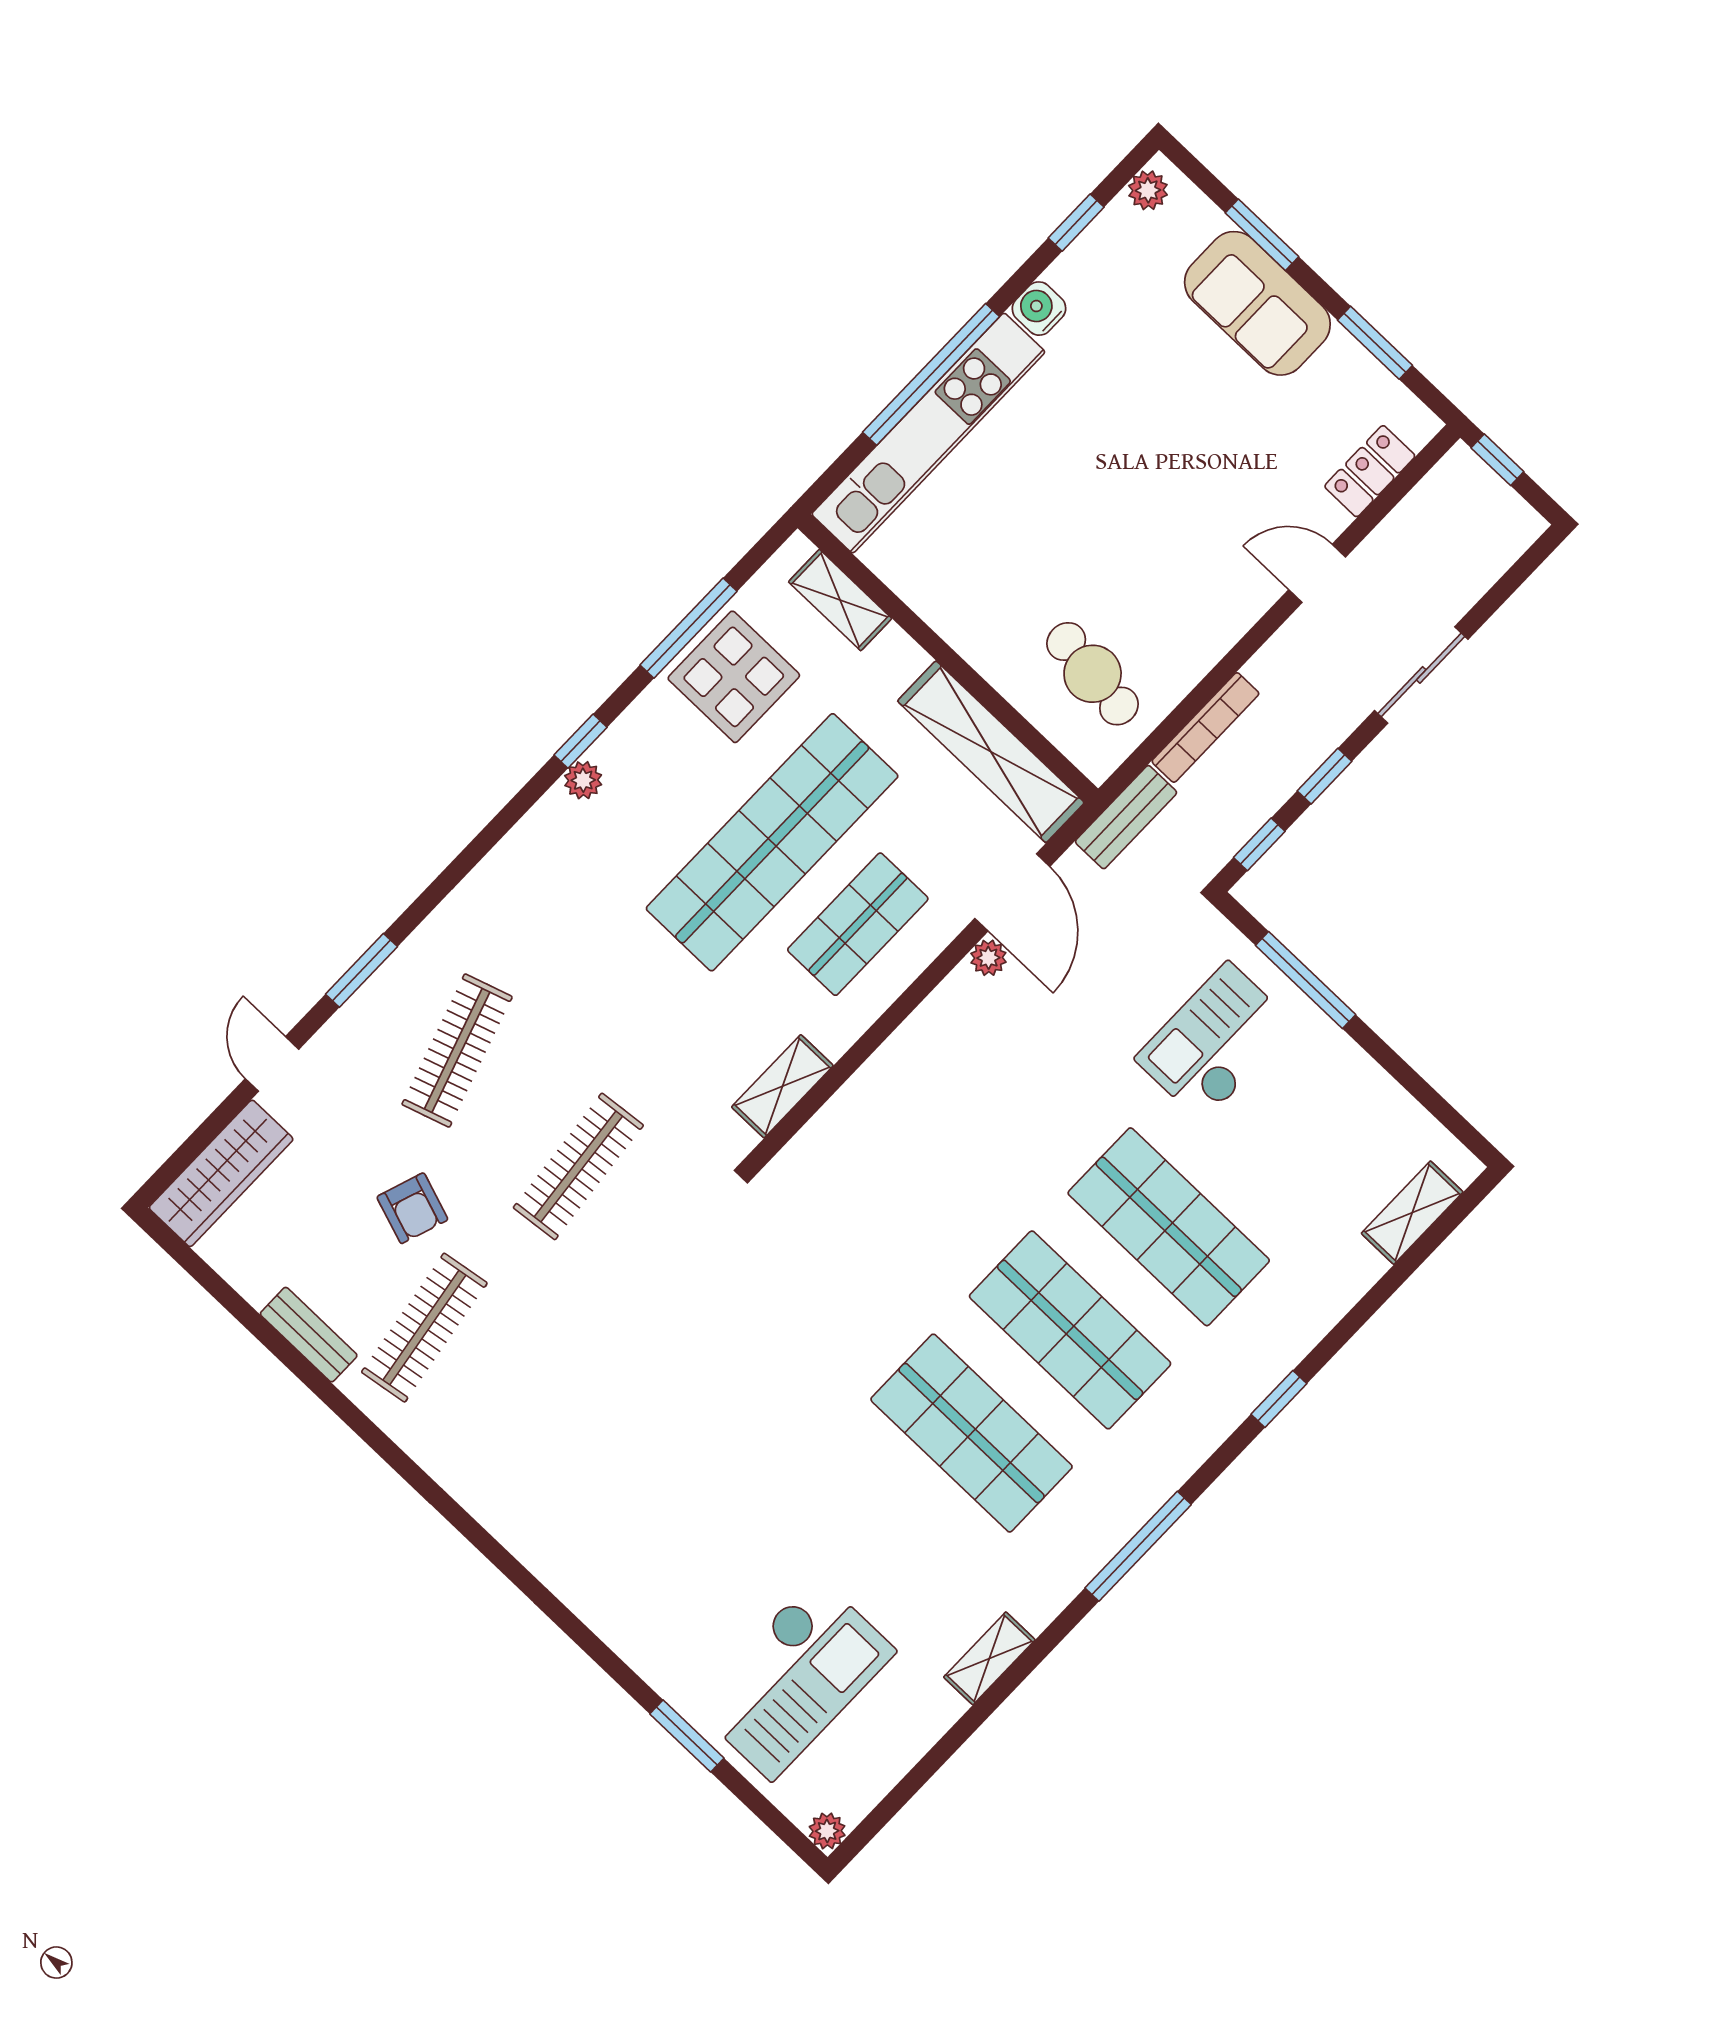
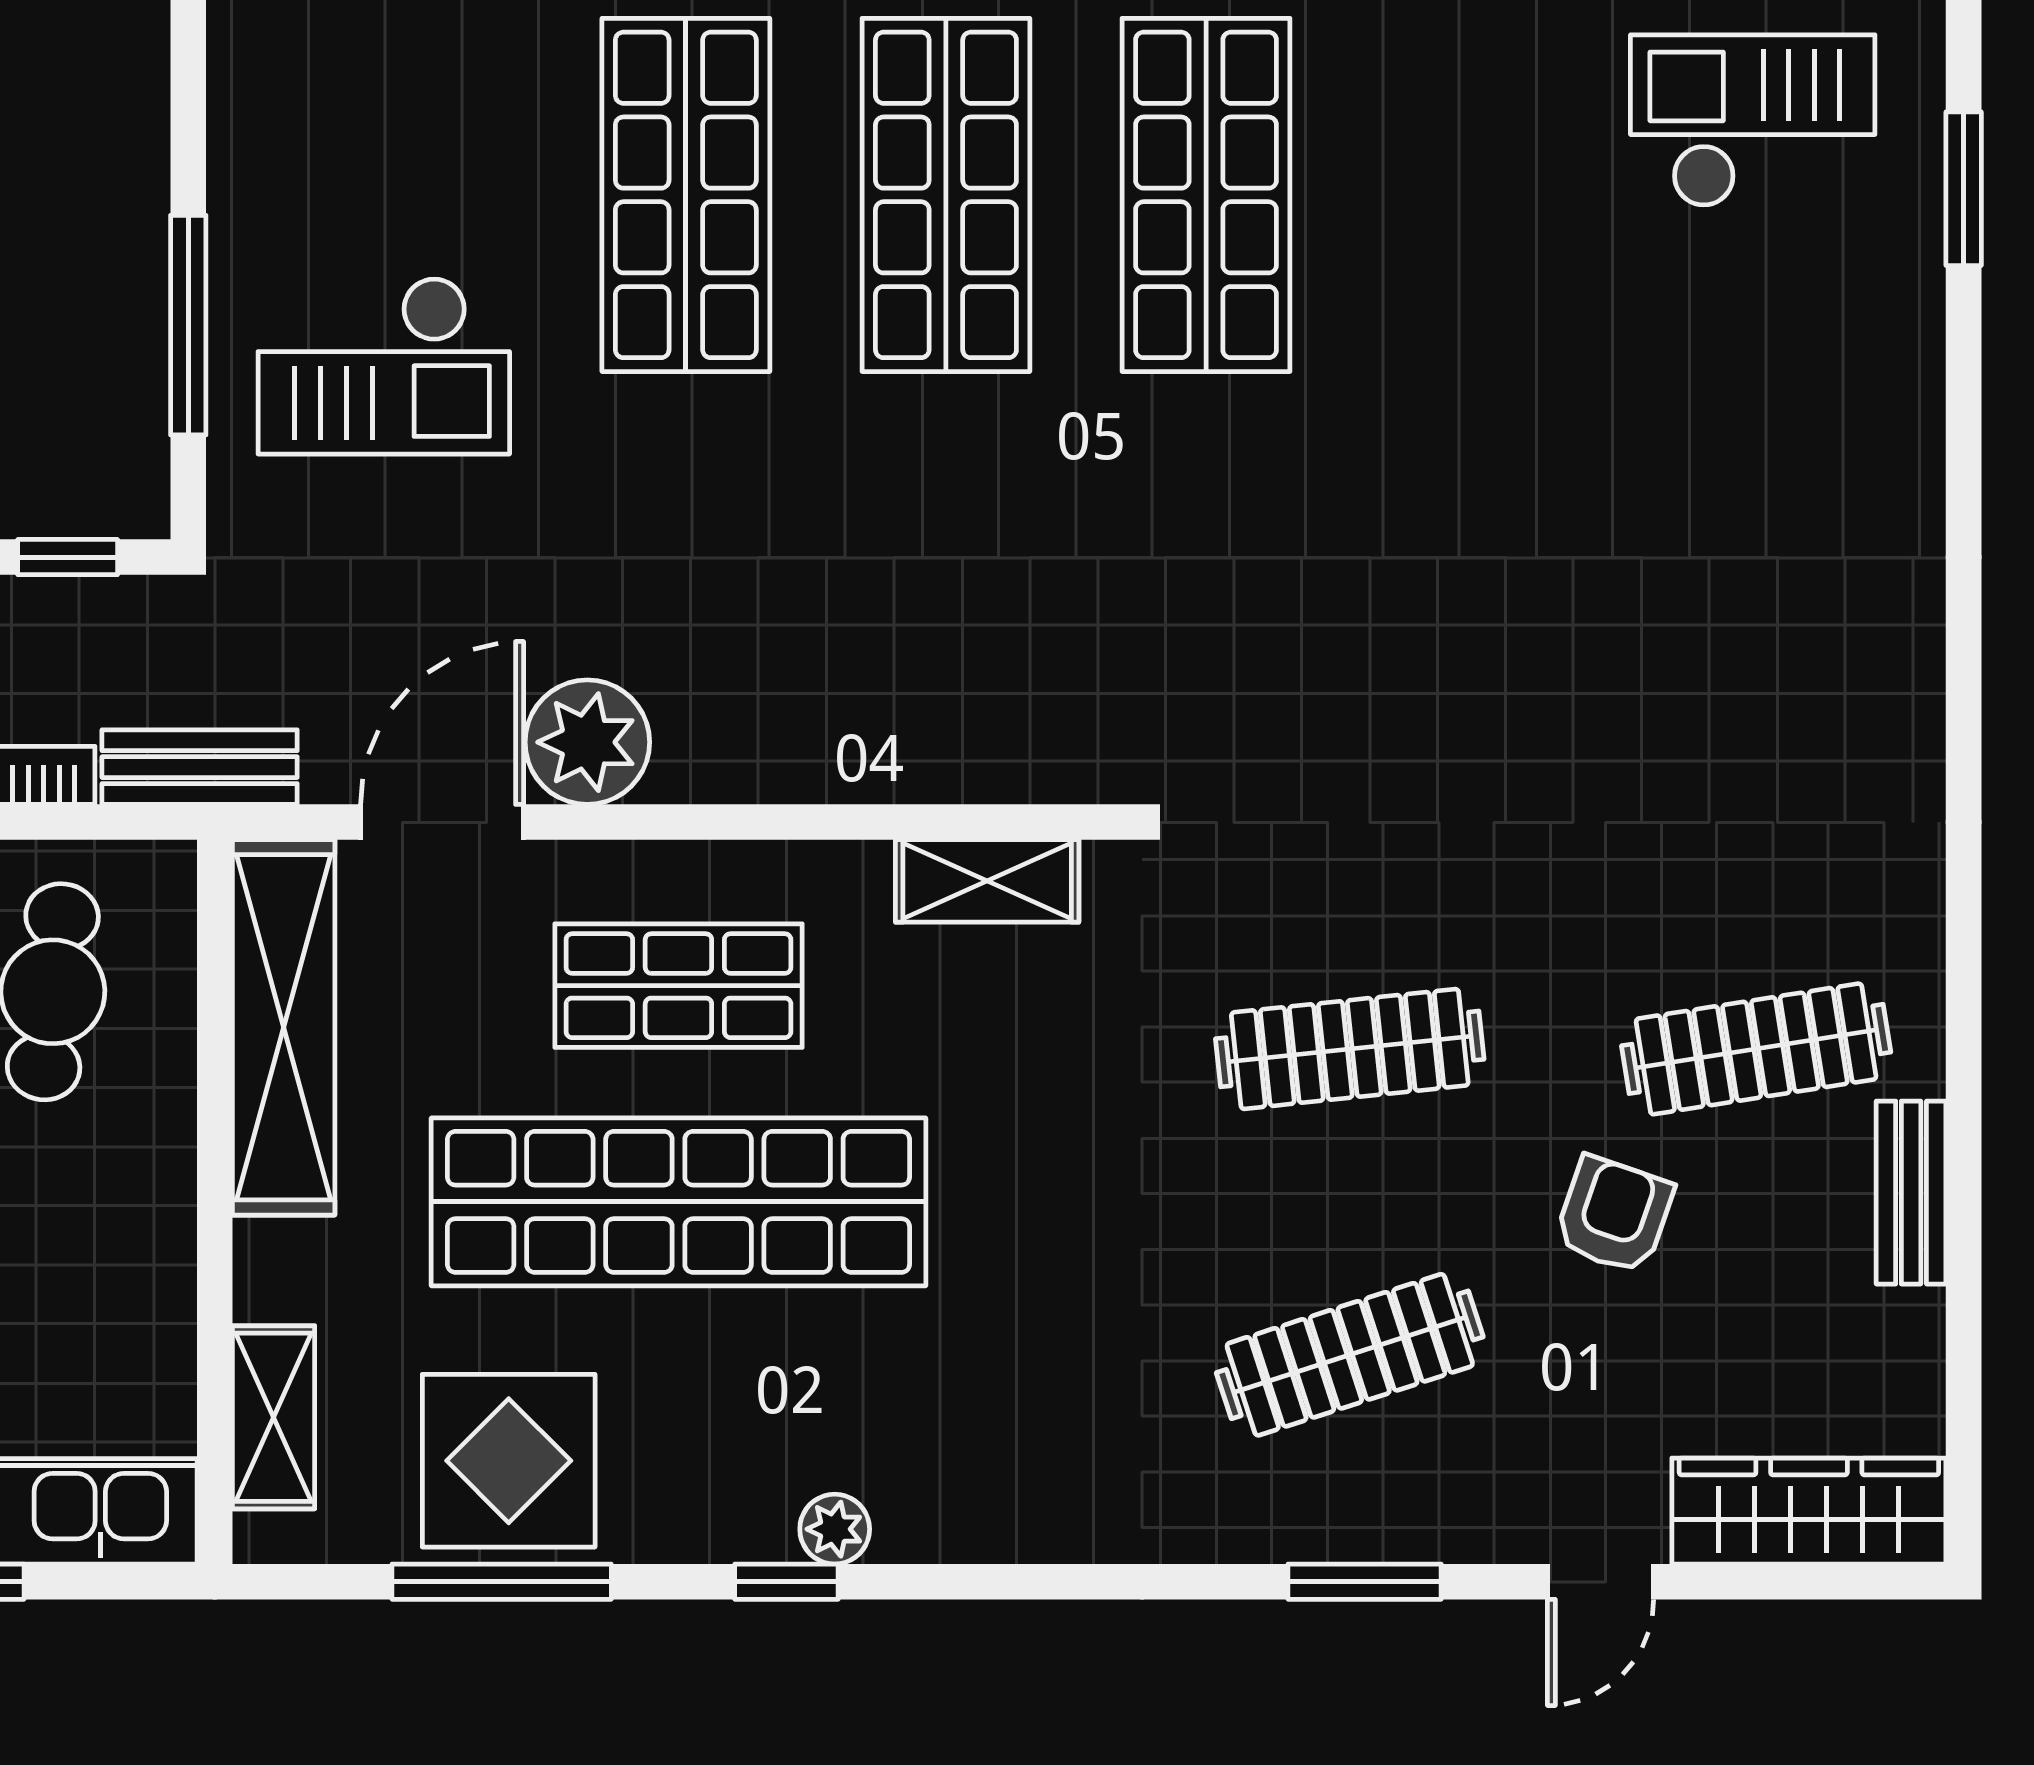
plant: (988, 958) -> (587, 742), width x1.88, depth x1.88
checkout: (794, 1678) -> (1753, 121), width x0.73, depth x0.83

